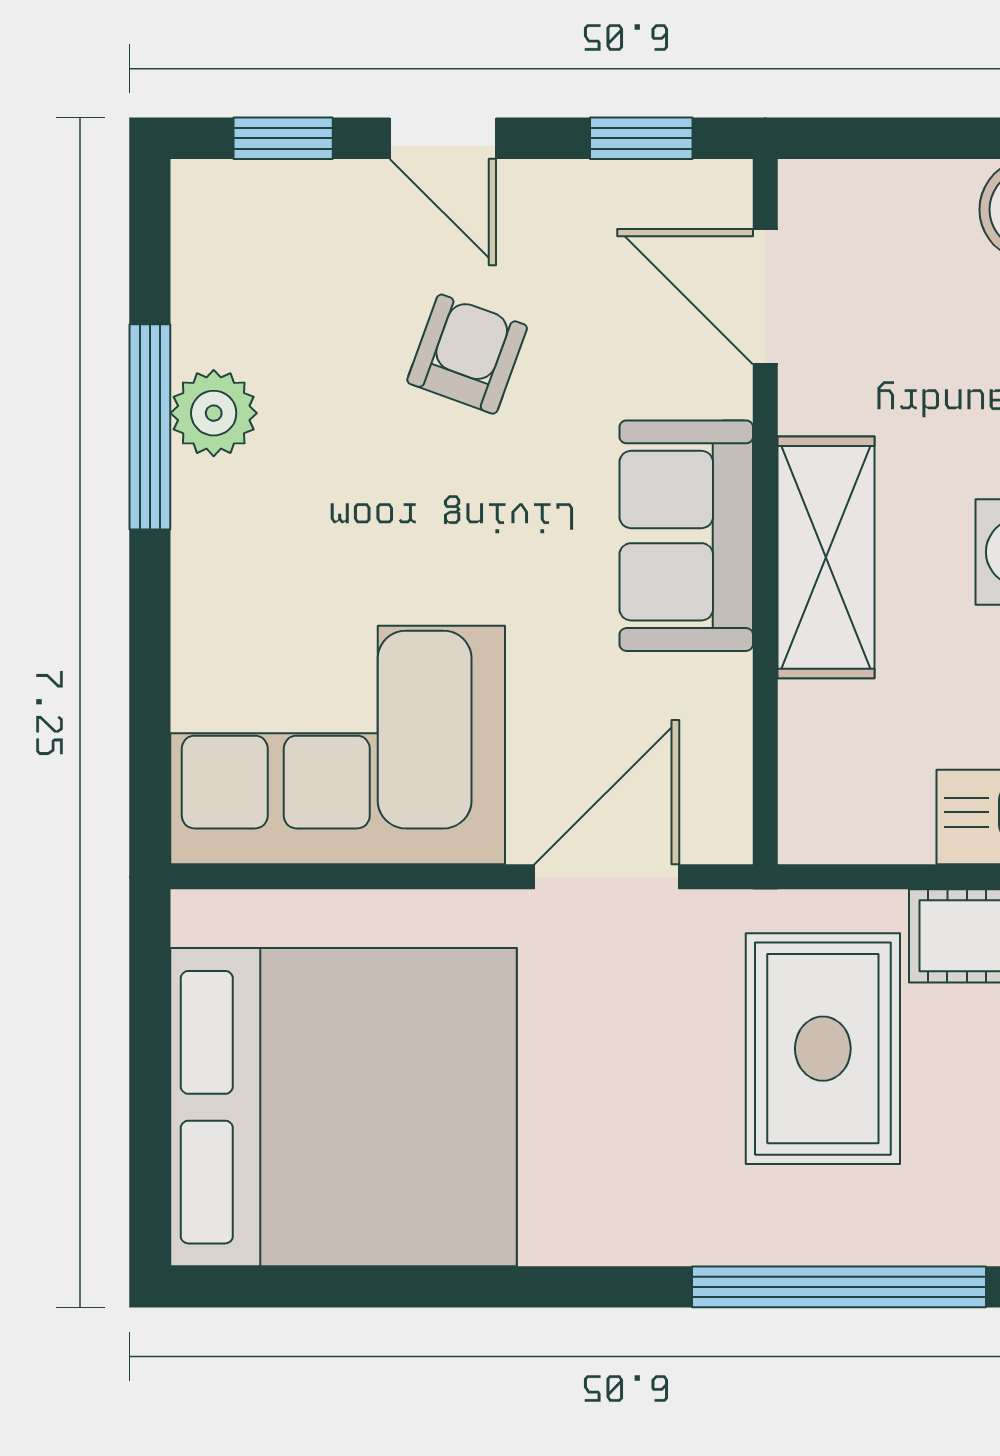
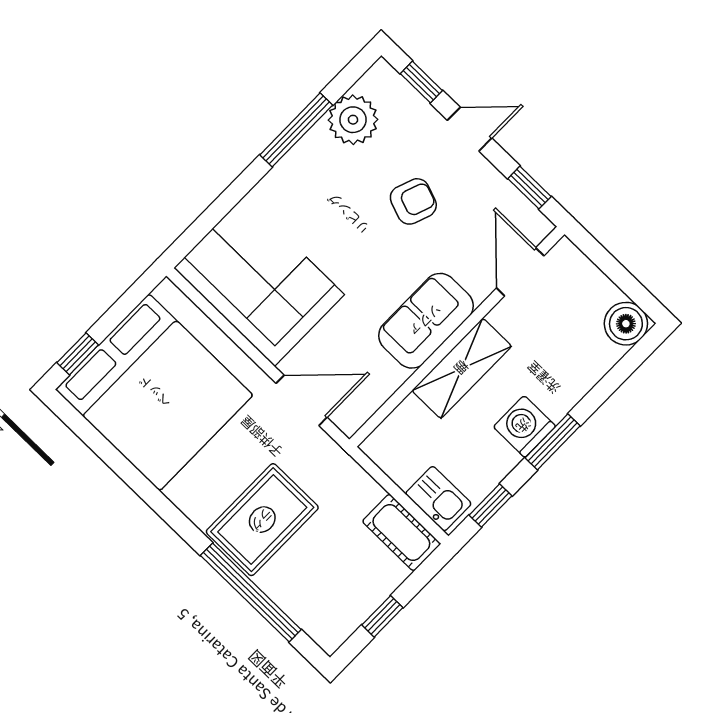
door: (443, 138) -> (470, 129), swing flipped
plant: (214, 413) -> (353, 120), moved, width x1.36, depth x1.36
rug: (823, 1049) -> (262, 520), moved
window: (150, 1169) -> (78, 354), added

